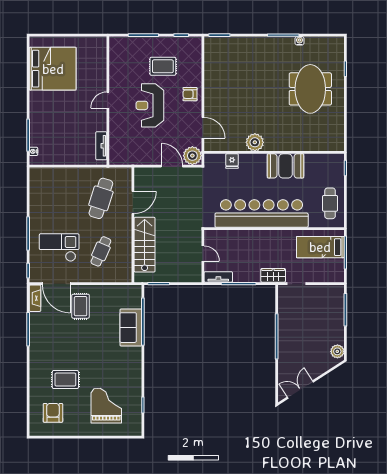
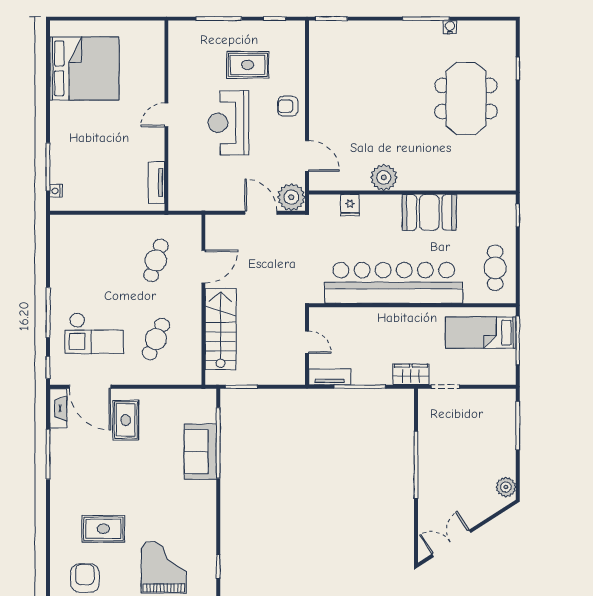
cafe table: (101, 198) -> (156, 260), width x0.73, depth x0.74
checkout: (59, 248) -> (94, 333), turned 180

